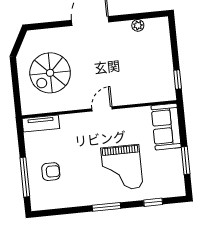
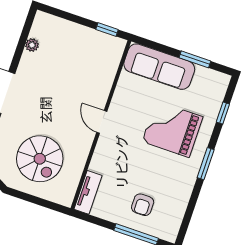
sofa: (166, 127) -> (159, 67), width x1.36
grand piano: (122, 168) -> (172, 129), turned 180
armchair: (51, 172) -> (143, 205), turned 180

